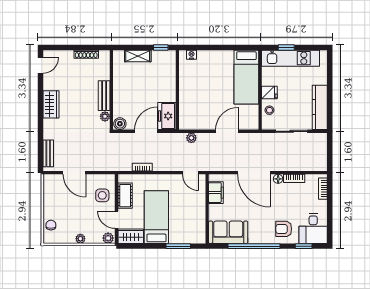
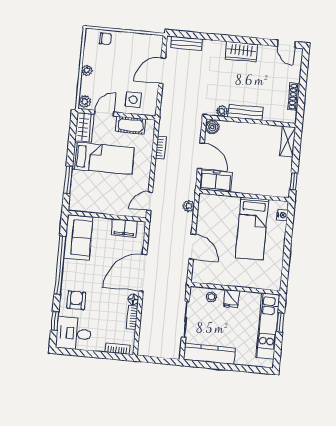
shelving: (138, 56) -> (288, 141), moved
bed: (246, 77) -> (252, 229), moved, turned -90

